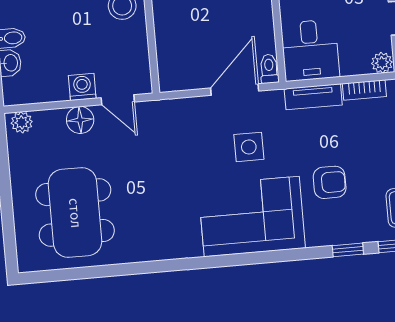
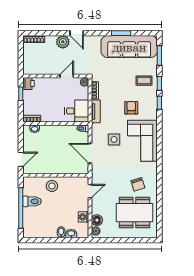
washing machine: (82, 87) -> (84, 217), moved
door: (235, 90) -> (90, 153), moved
floor lamp: (80, 120) -> (97, 220), moved
chair: (145, 215) -> (138, 184), added

